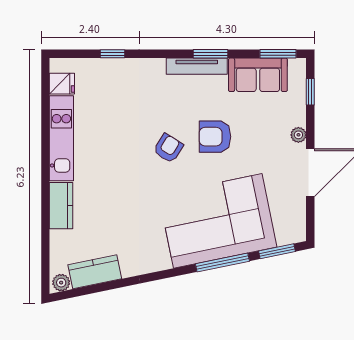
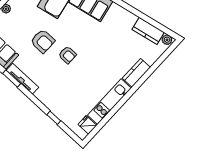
armchair: (168, 148) -> (67, 55), turned -122

